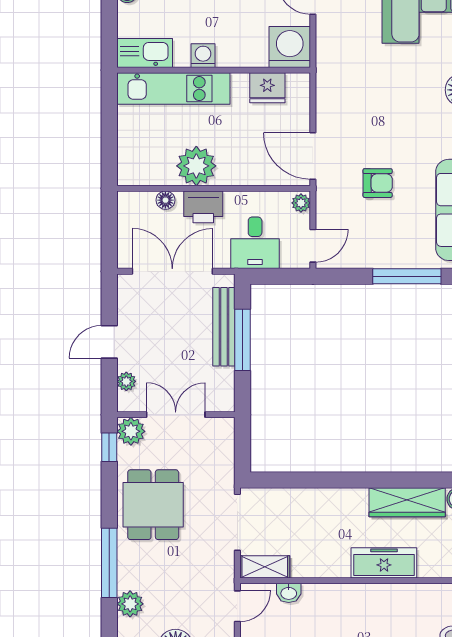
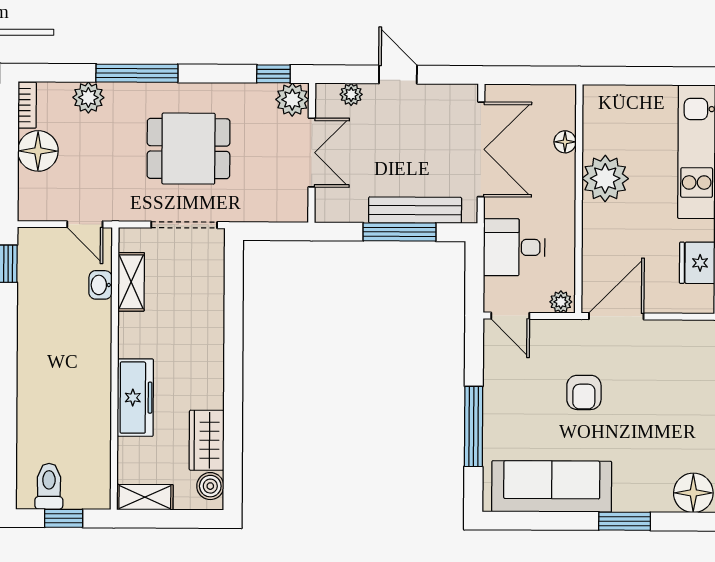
printer: (203, 207) -> (557, 186), removed
wardrobe: (407, 502) -> (207, 440), width x0.67
dining table: (153, 505) -> (188, 149), moved
shelving: (265, 567) -> (131, 282), moved

